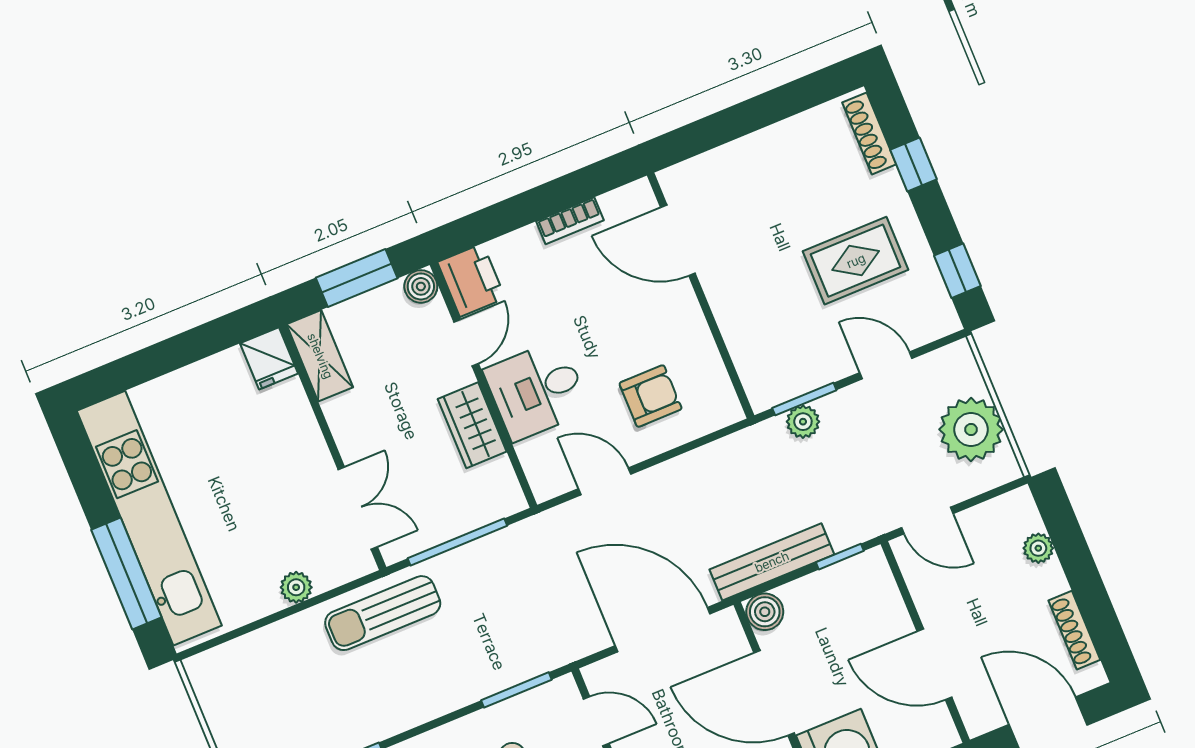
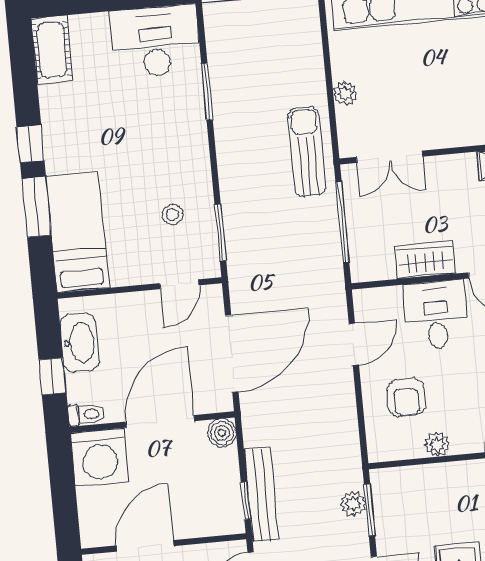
plant: (697, 340) -> (437, 444), added
bench: (772, 562) -> (261, 494), moved

